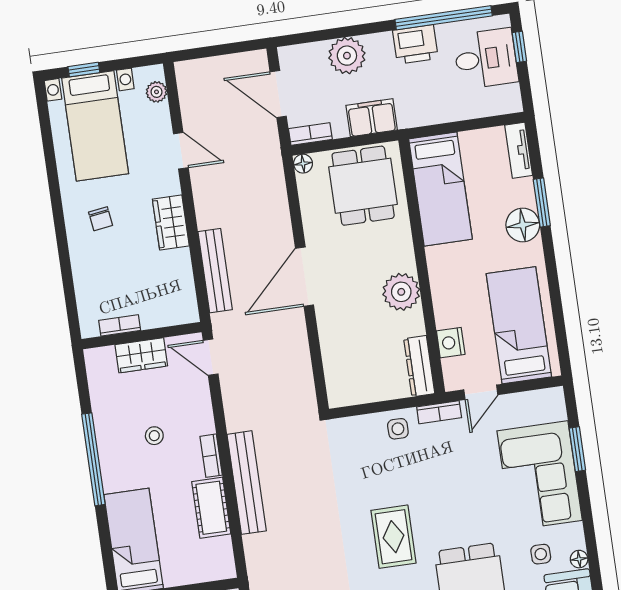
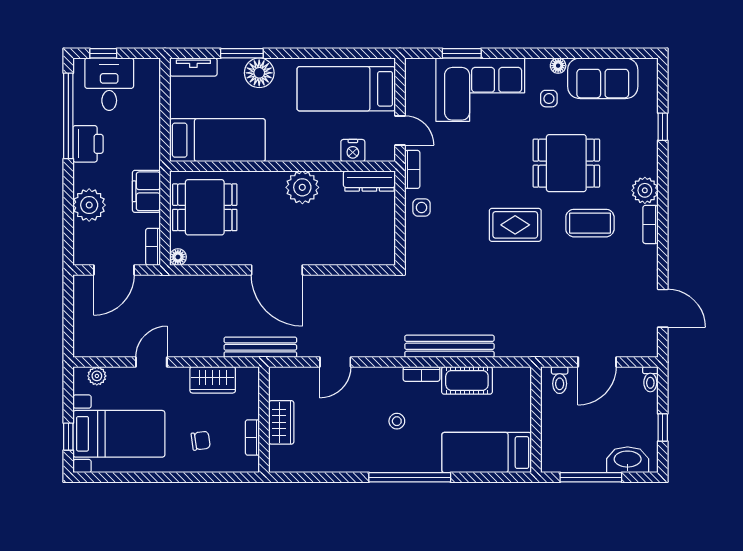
bookcase: (120, 325) -> (252, 437), moved
wall: (142, 336) -> (264, 420), moved
wardrobe: (141, 355) -> (281, 422), moved

